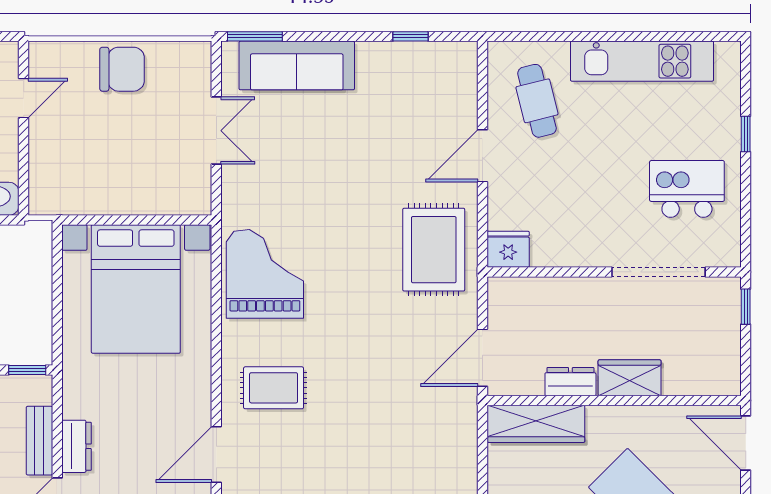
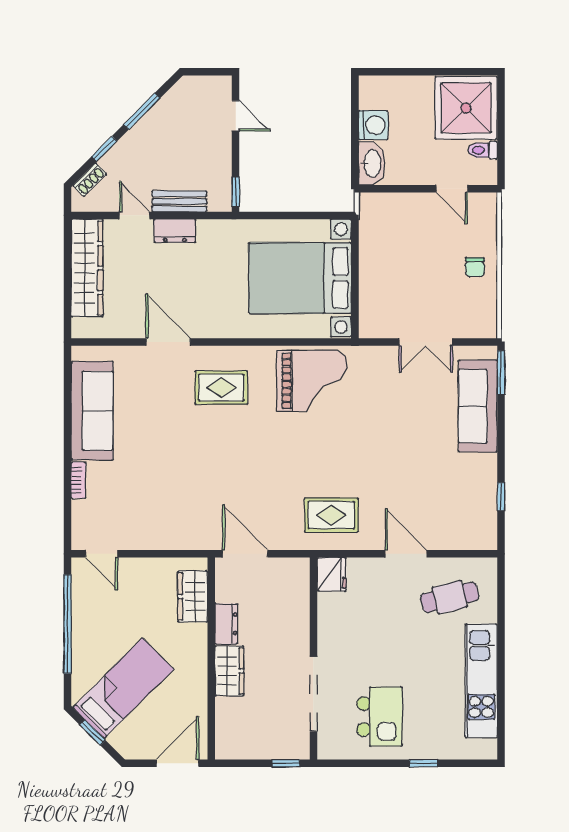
chair: (122, 69) -> (475, 267), width x0.54, depth x0.54
rug: (434, 250) -> (331, 515), width x0.73, depth x0.70
rug: (274, 388) -> (221, 388), turned 90
wardrobe: (536, 424) -> (193, 596), width x0.67

